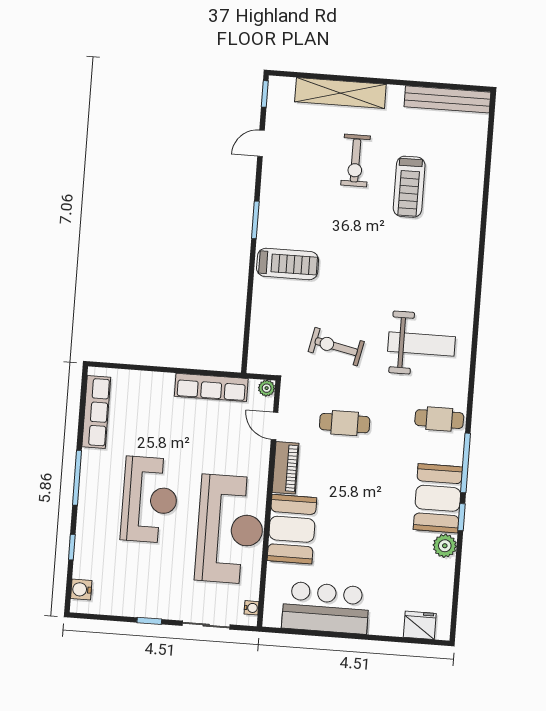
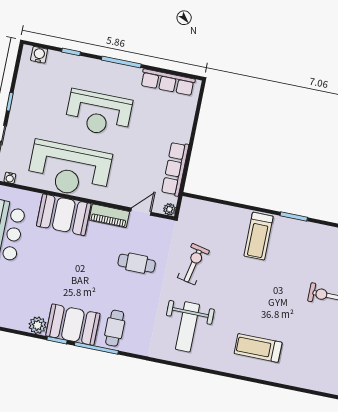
treadmill: (409, 187) -> (258, 348), moved
cafe table: (439, 419) -> (115, 328), moved
cafe table: (345, 423) -> (137, 263), turned 90

